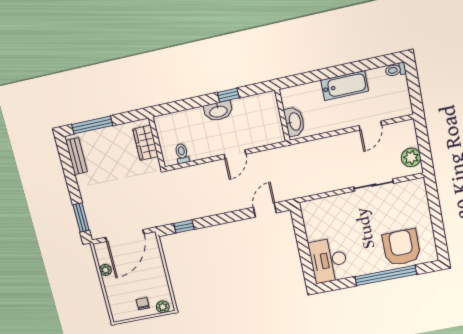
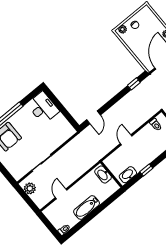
washbasin: (218, 111) -> (128, 175), moved

